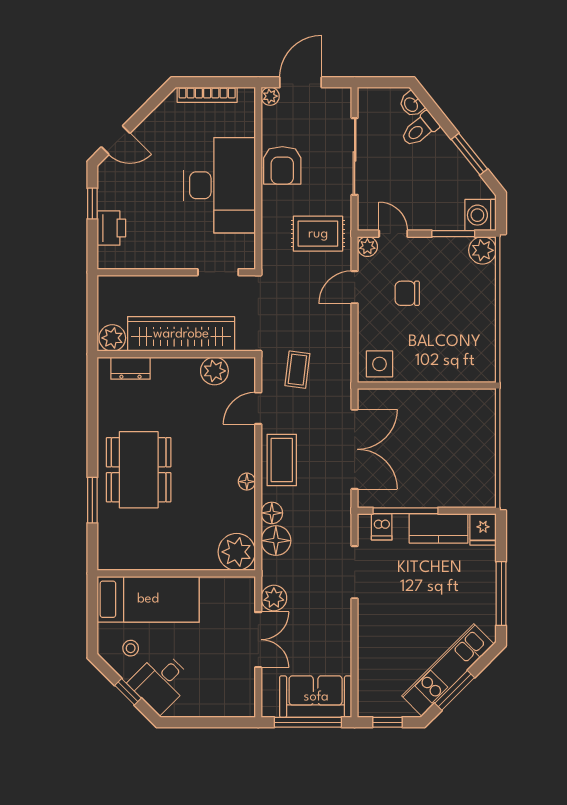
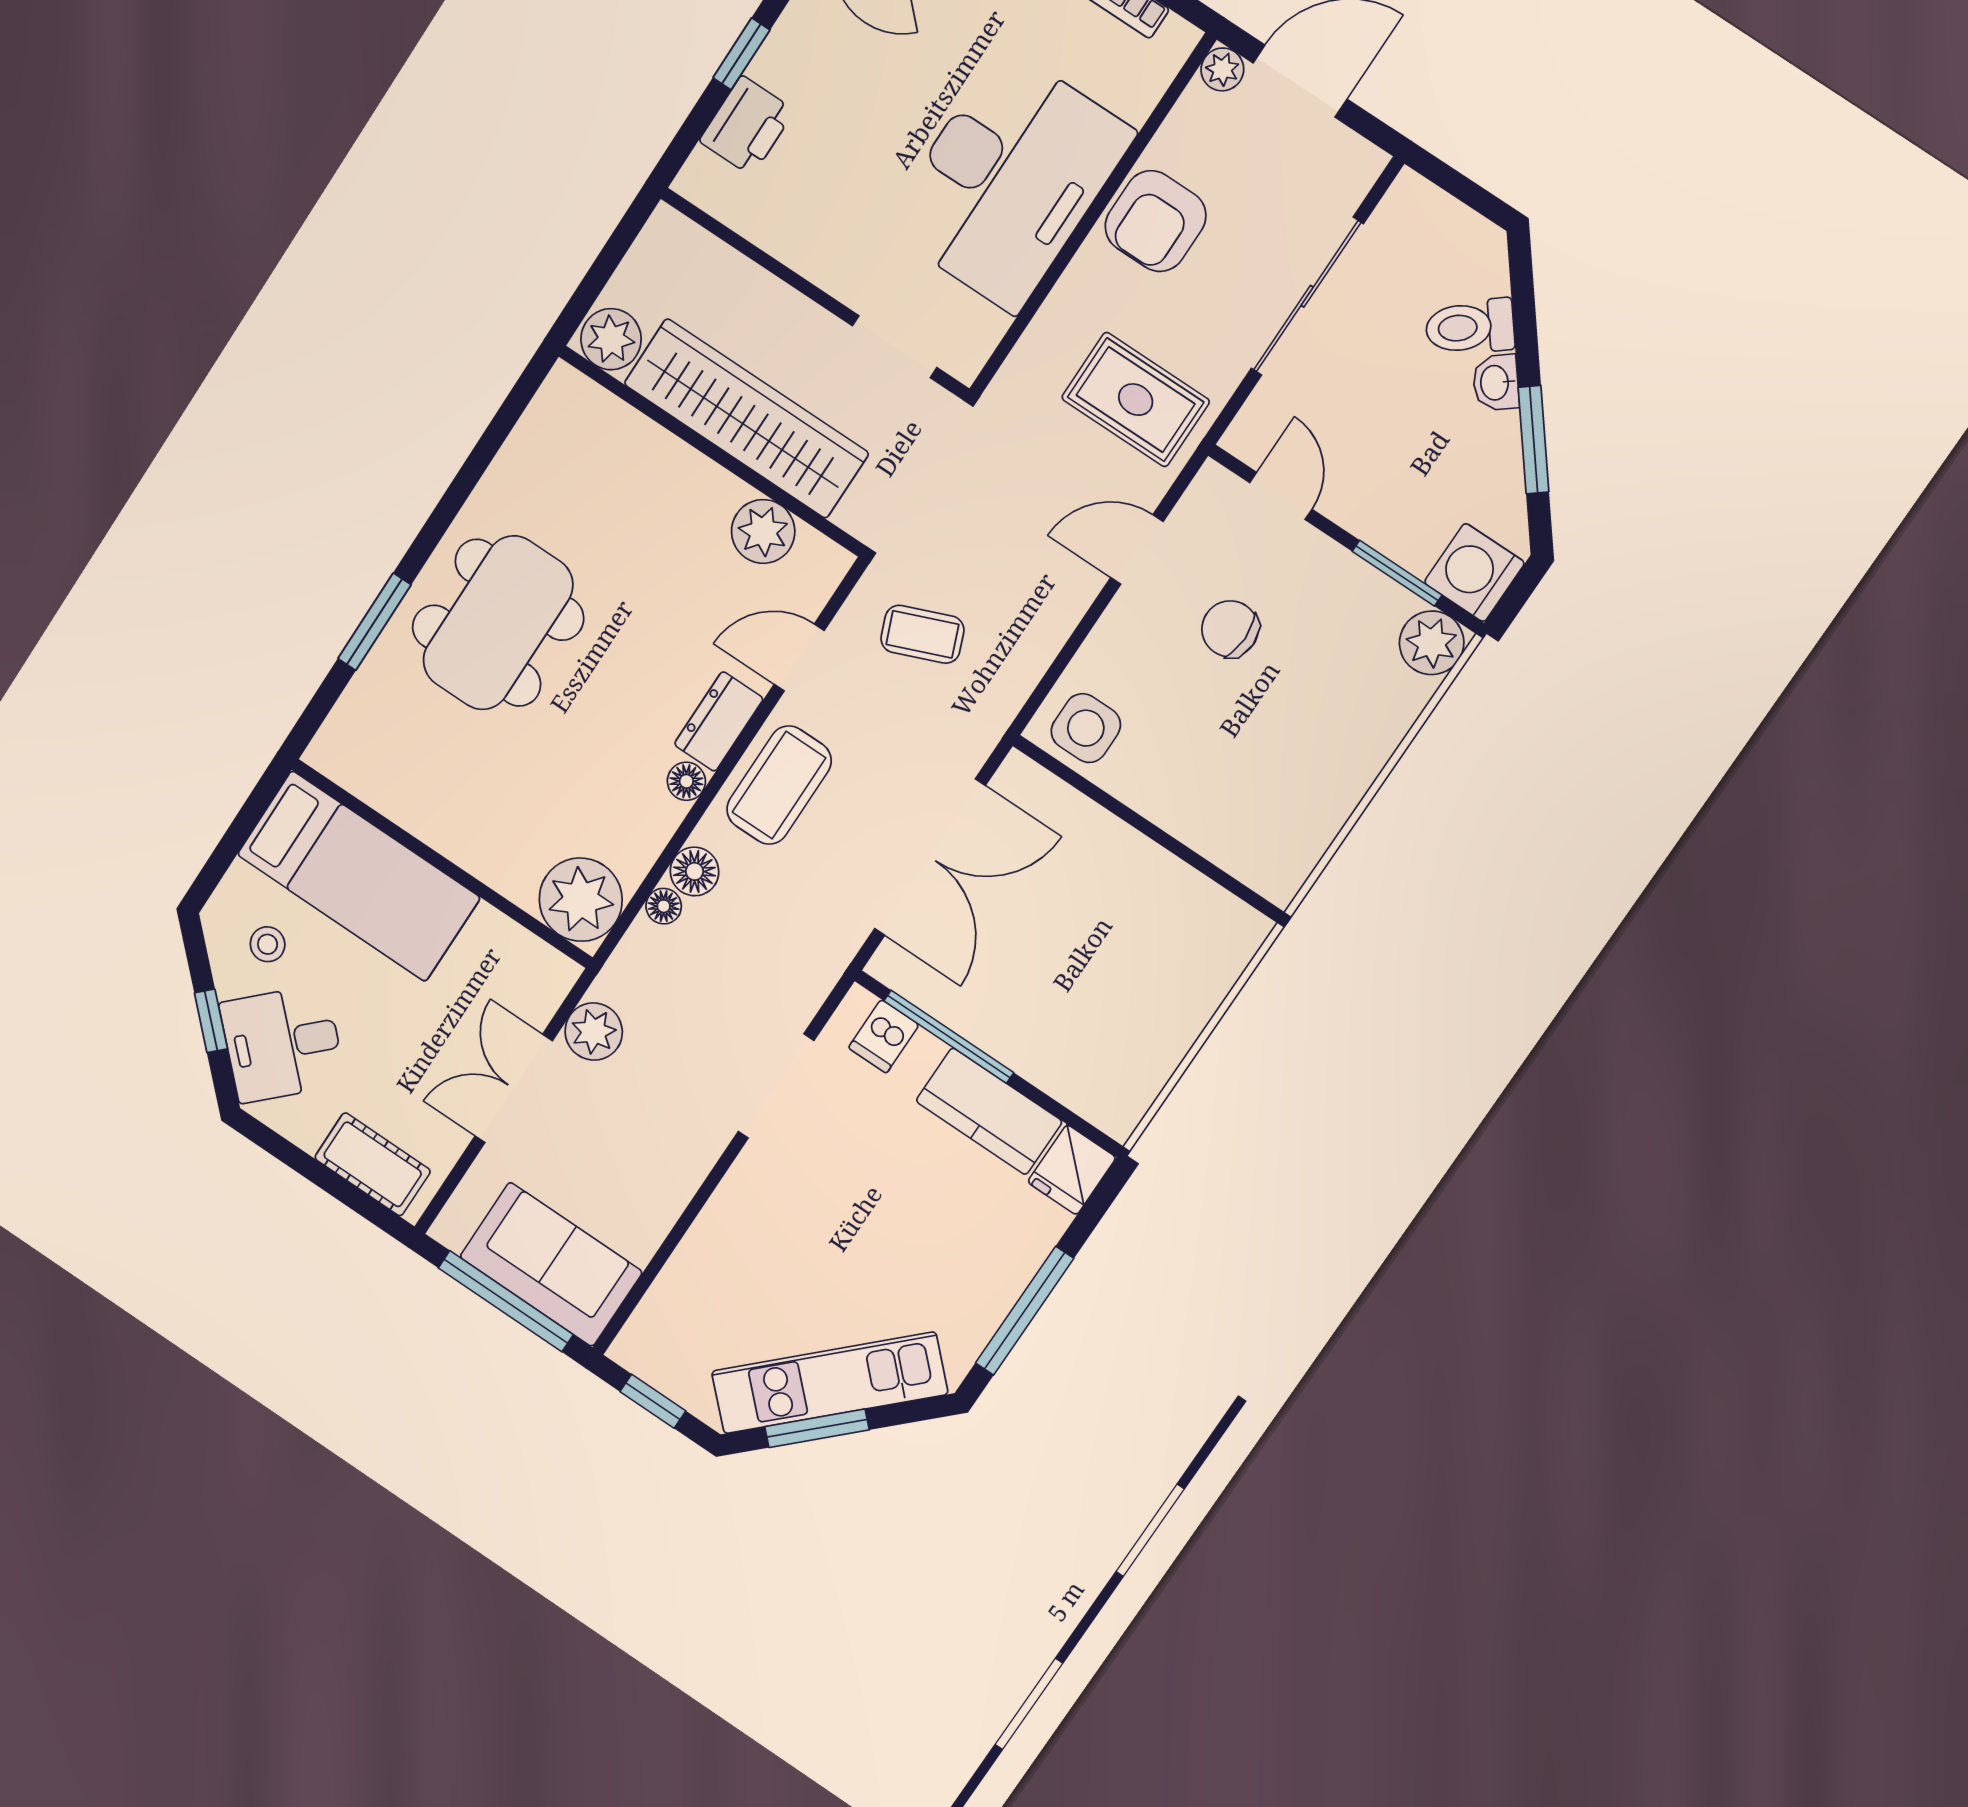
washbasin: (411, 104) -> (1496, 383), moved
plant: (367, 247) -> (1214, 488), removed
dresser: (130, 368) -> (719, 721), moved, turned 90
coffee table: (297, 370) -> (922, 634), turned 61
floor lamp: (276, 541) -> (664, 906), width x0.53, depth x0.53
double door: (258, 640) -> (514, 1088), swing flipped
cot: (224, 705) -> (373, 1164), added

